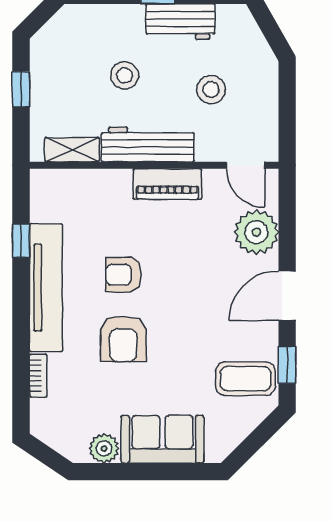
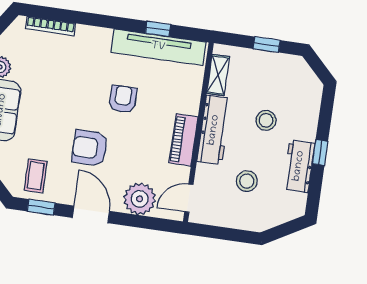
tv unit: (46, 288) -> (158, 47), moved
armchair: (123, 339) -> (90, 148), moved
bookcase: (38, 376) -> (50, 26), width x1.56
coffee table: (245, 379) -> (36, 176), width x0.73, depth x0.77

